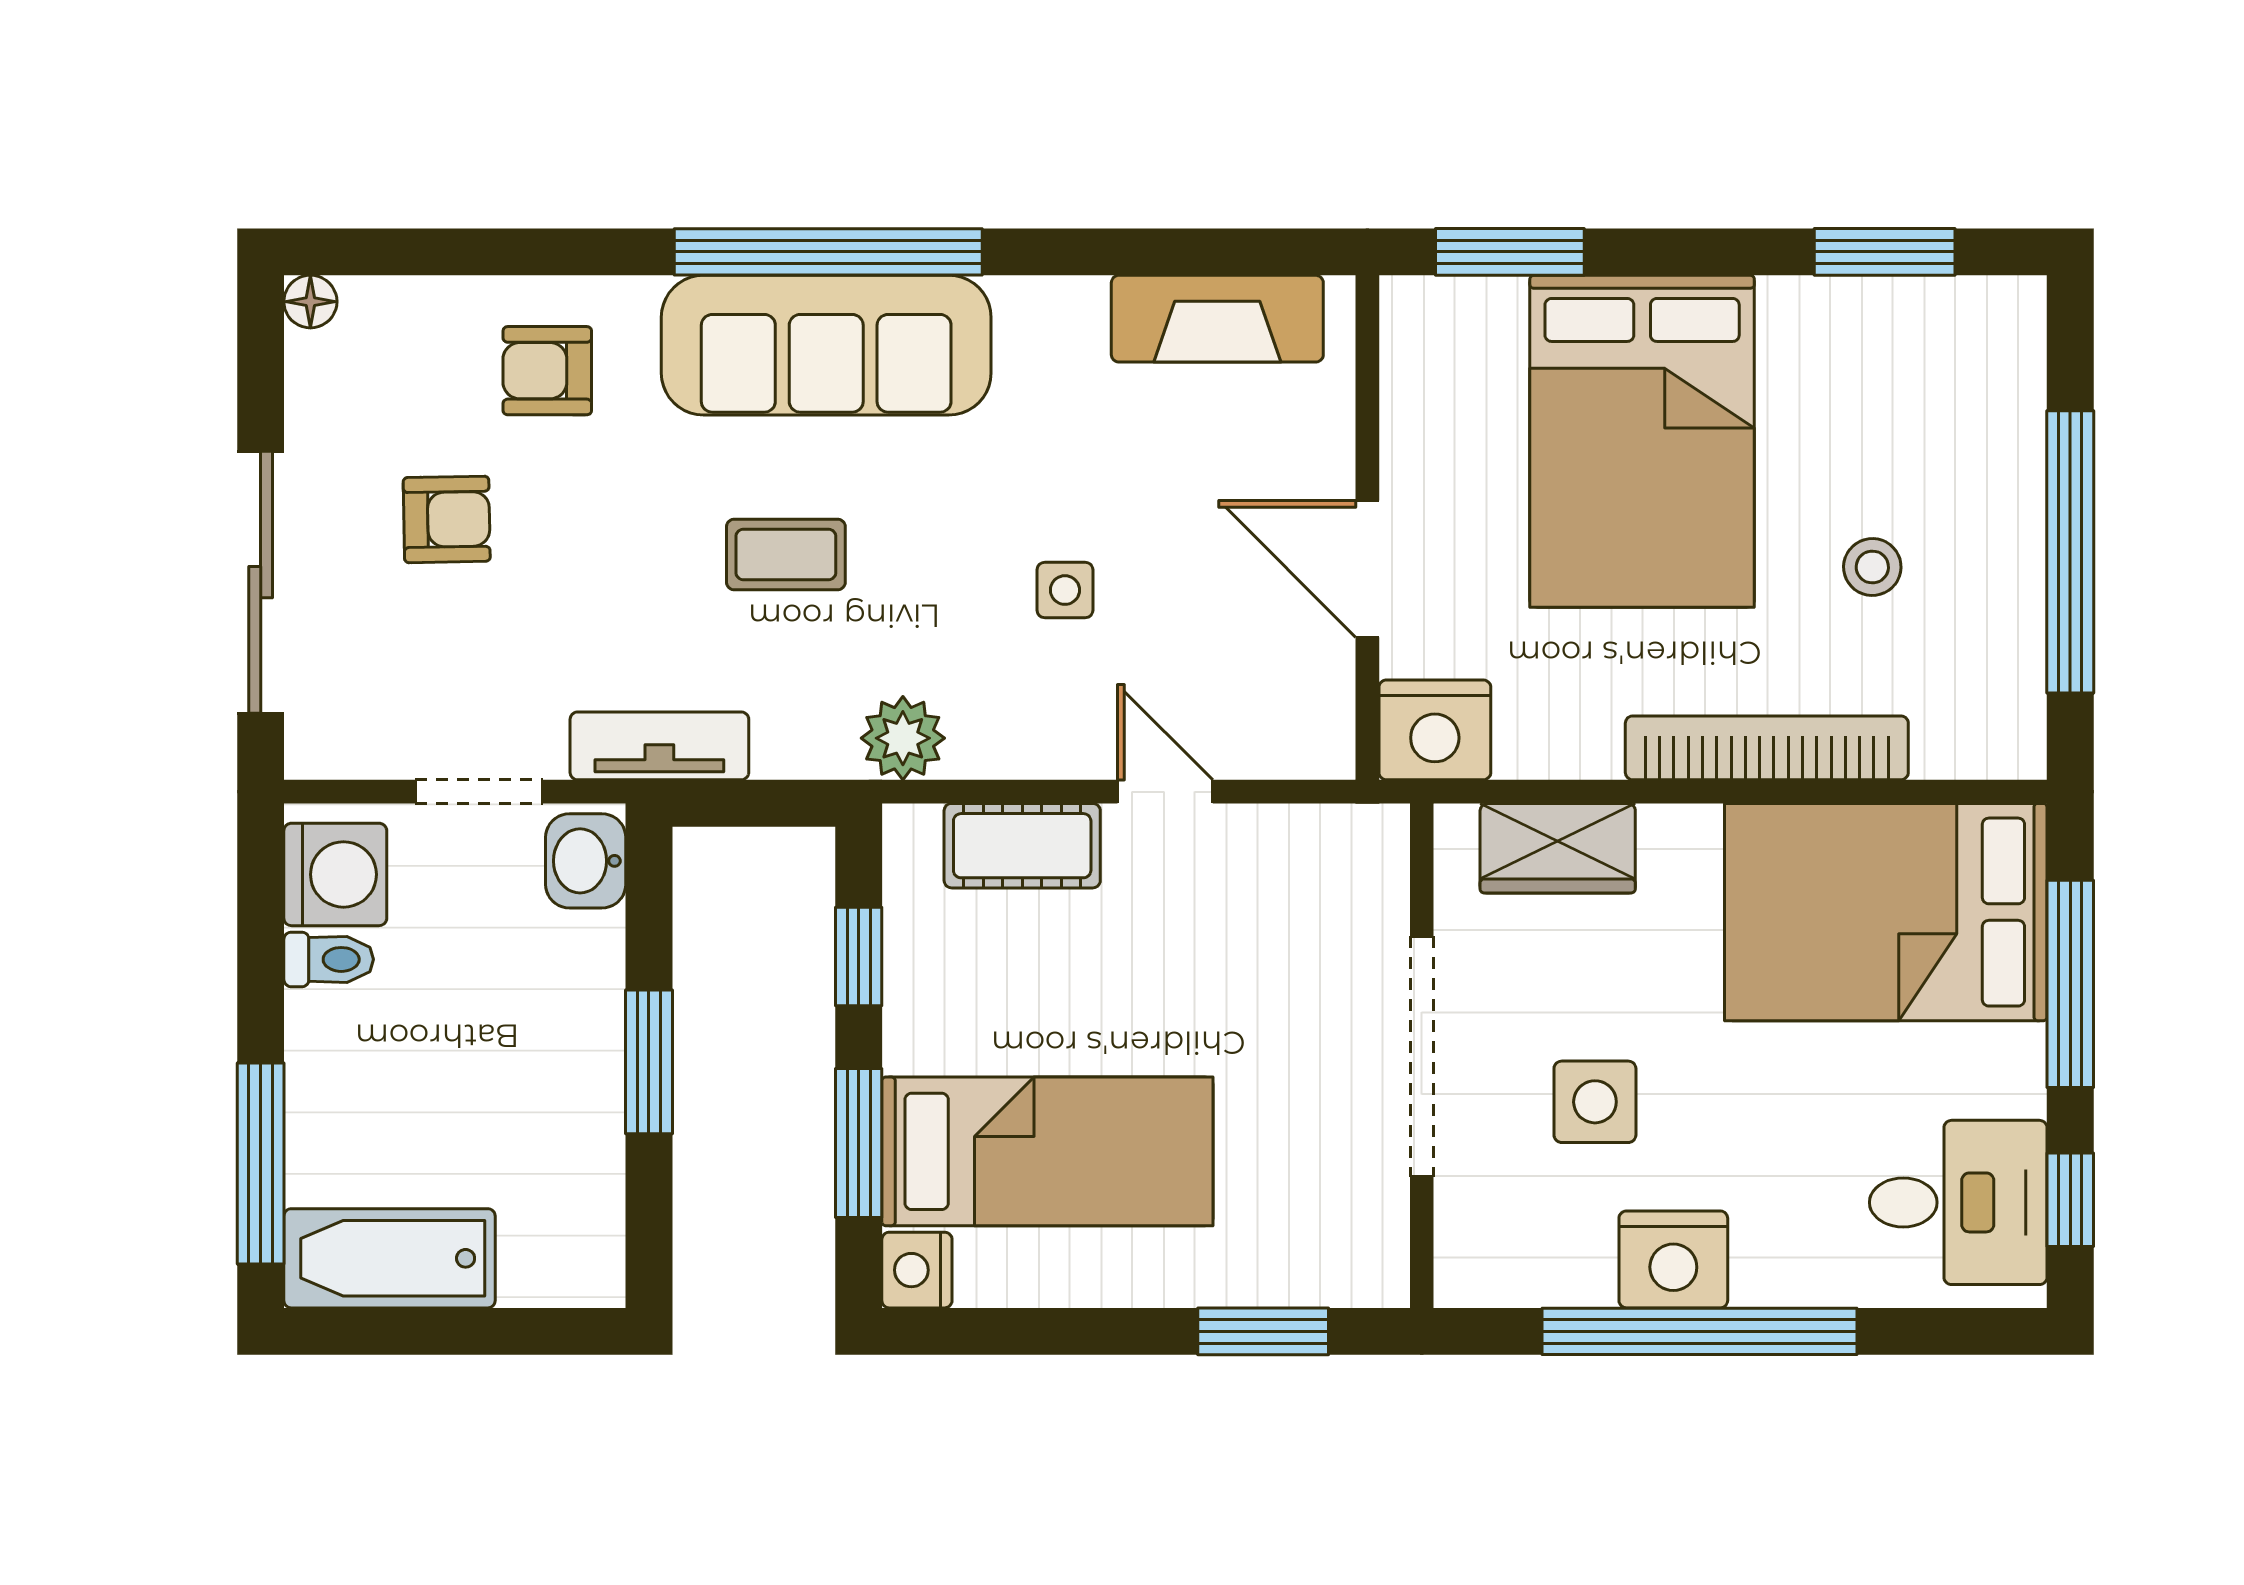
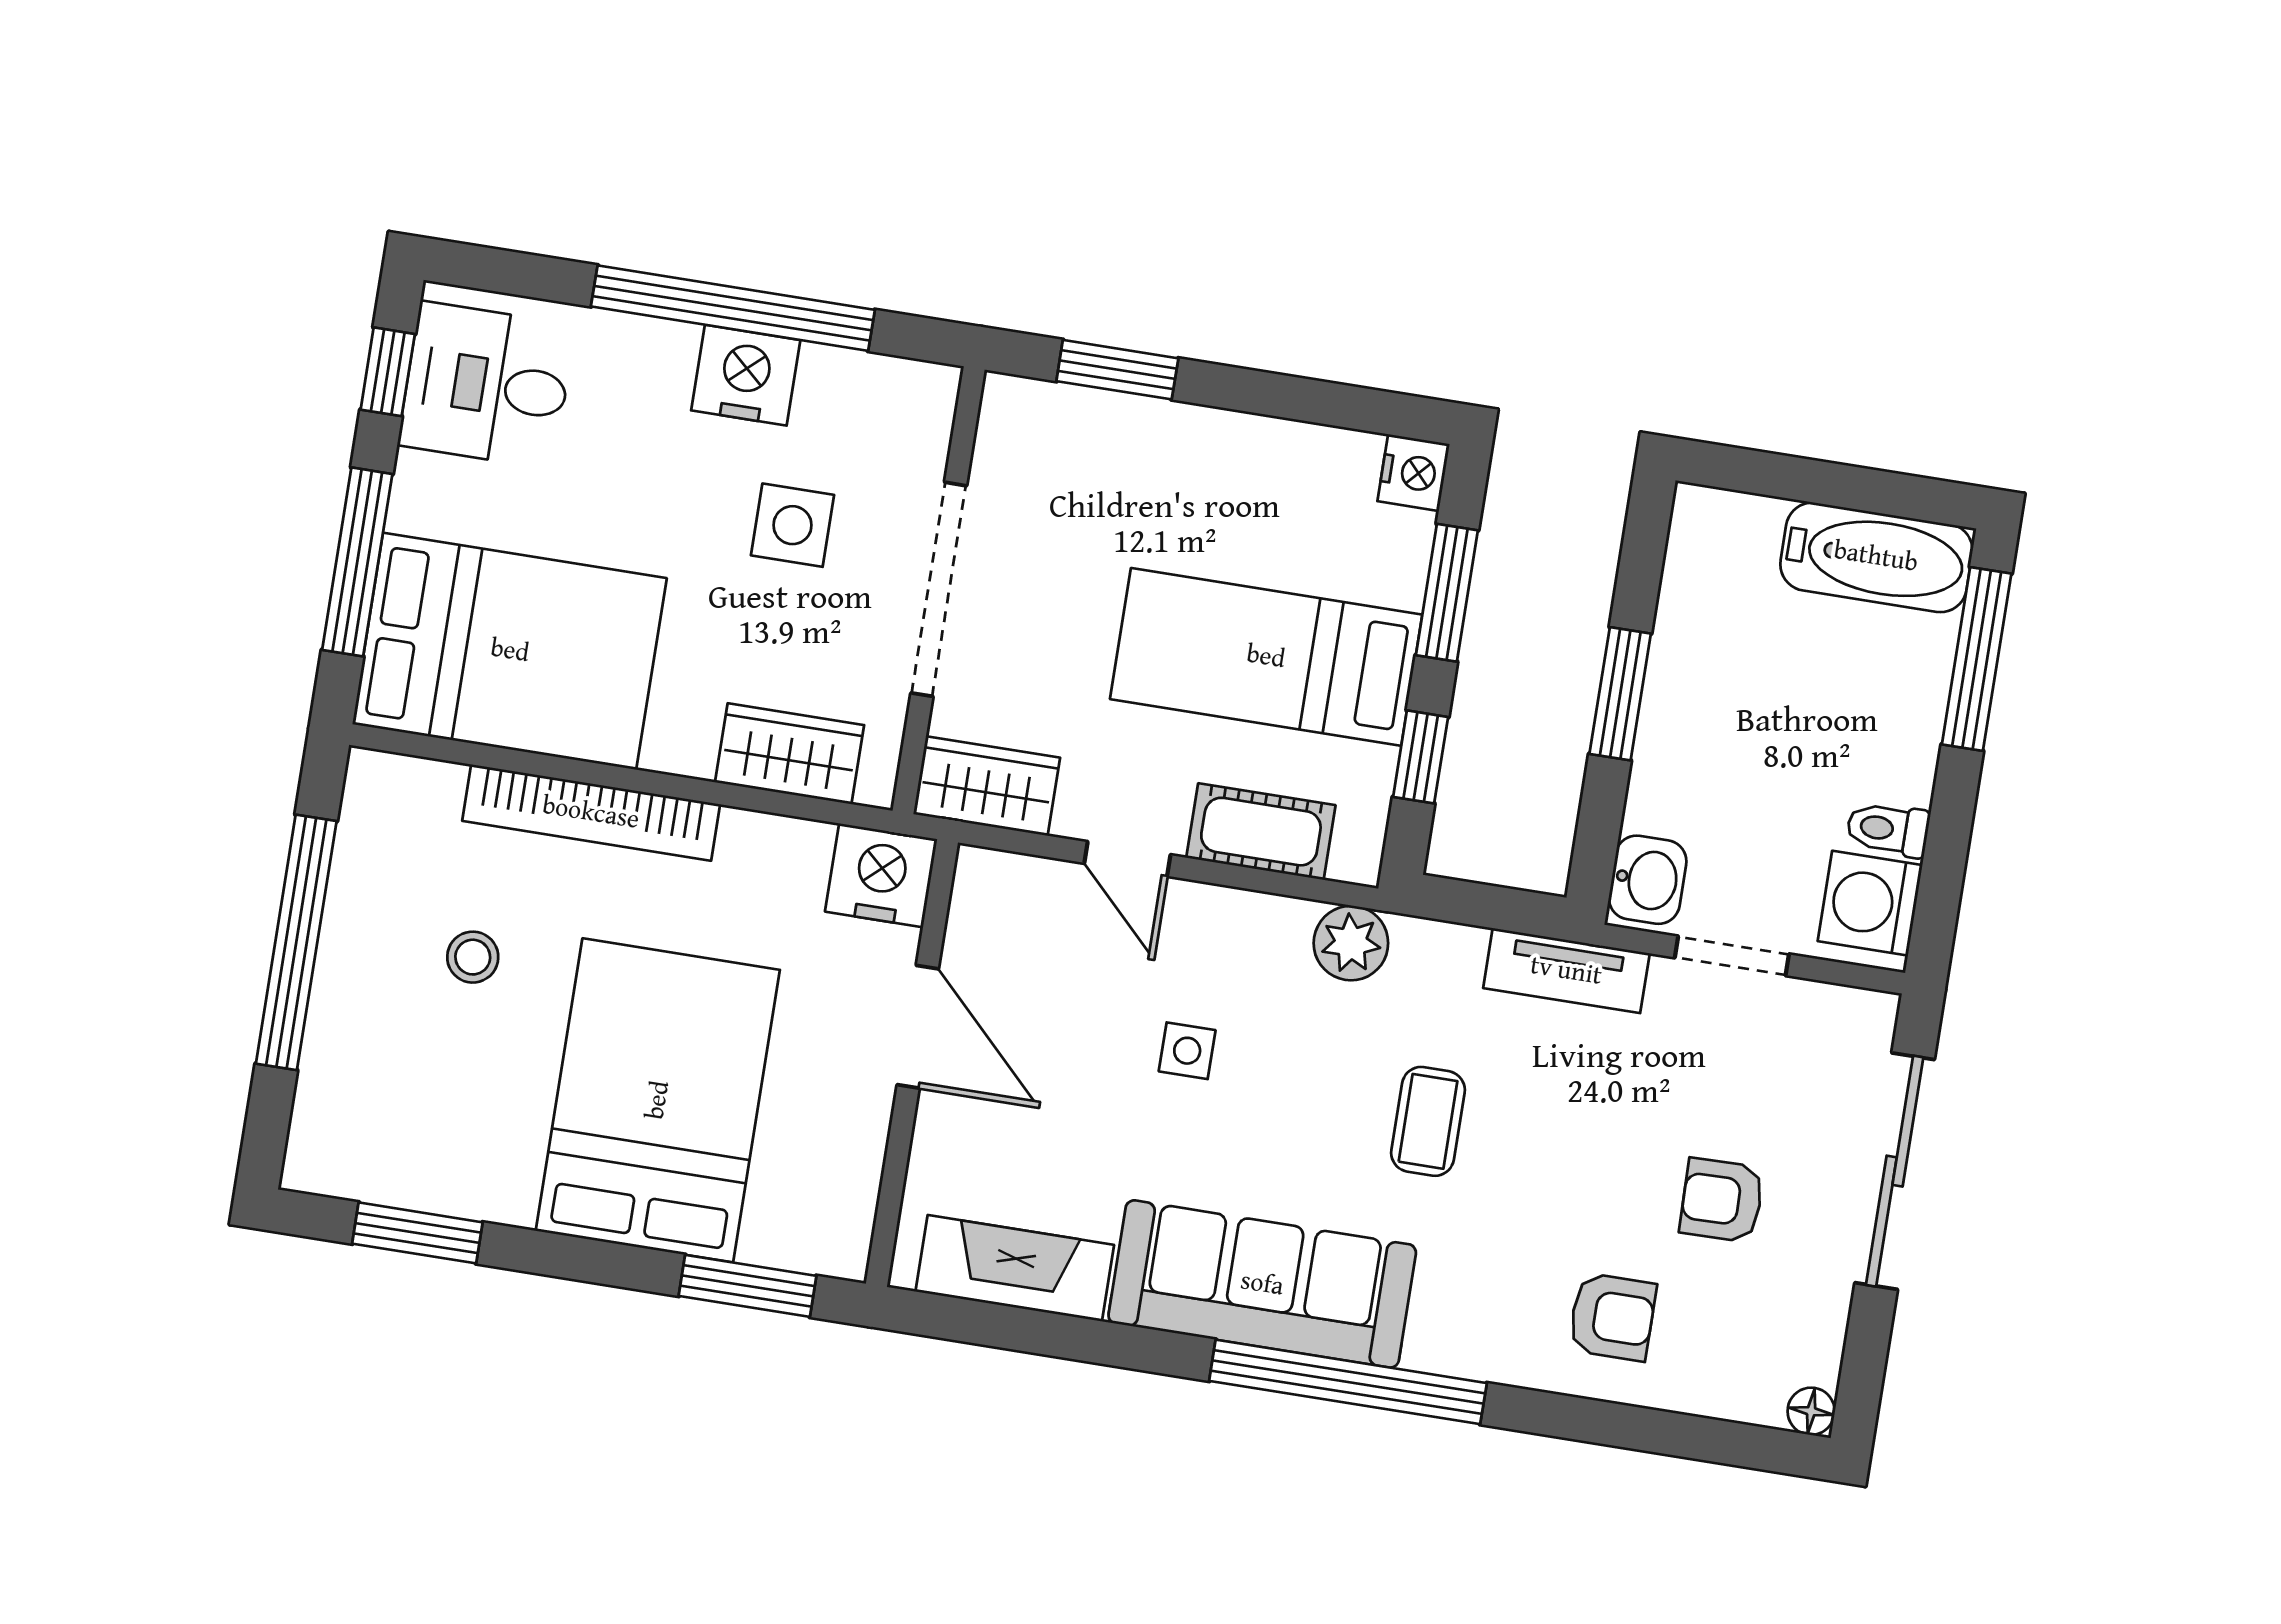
sofa: (826, 345) -> (1262, 1284), moved
coffee table: (786, 554) -> (1428, 1121), turned 90
wardrobe: (1334, 848) -> (987, 786), added
bed: (1047, 1151) -> (1266, 657), moved

